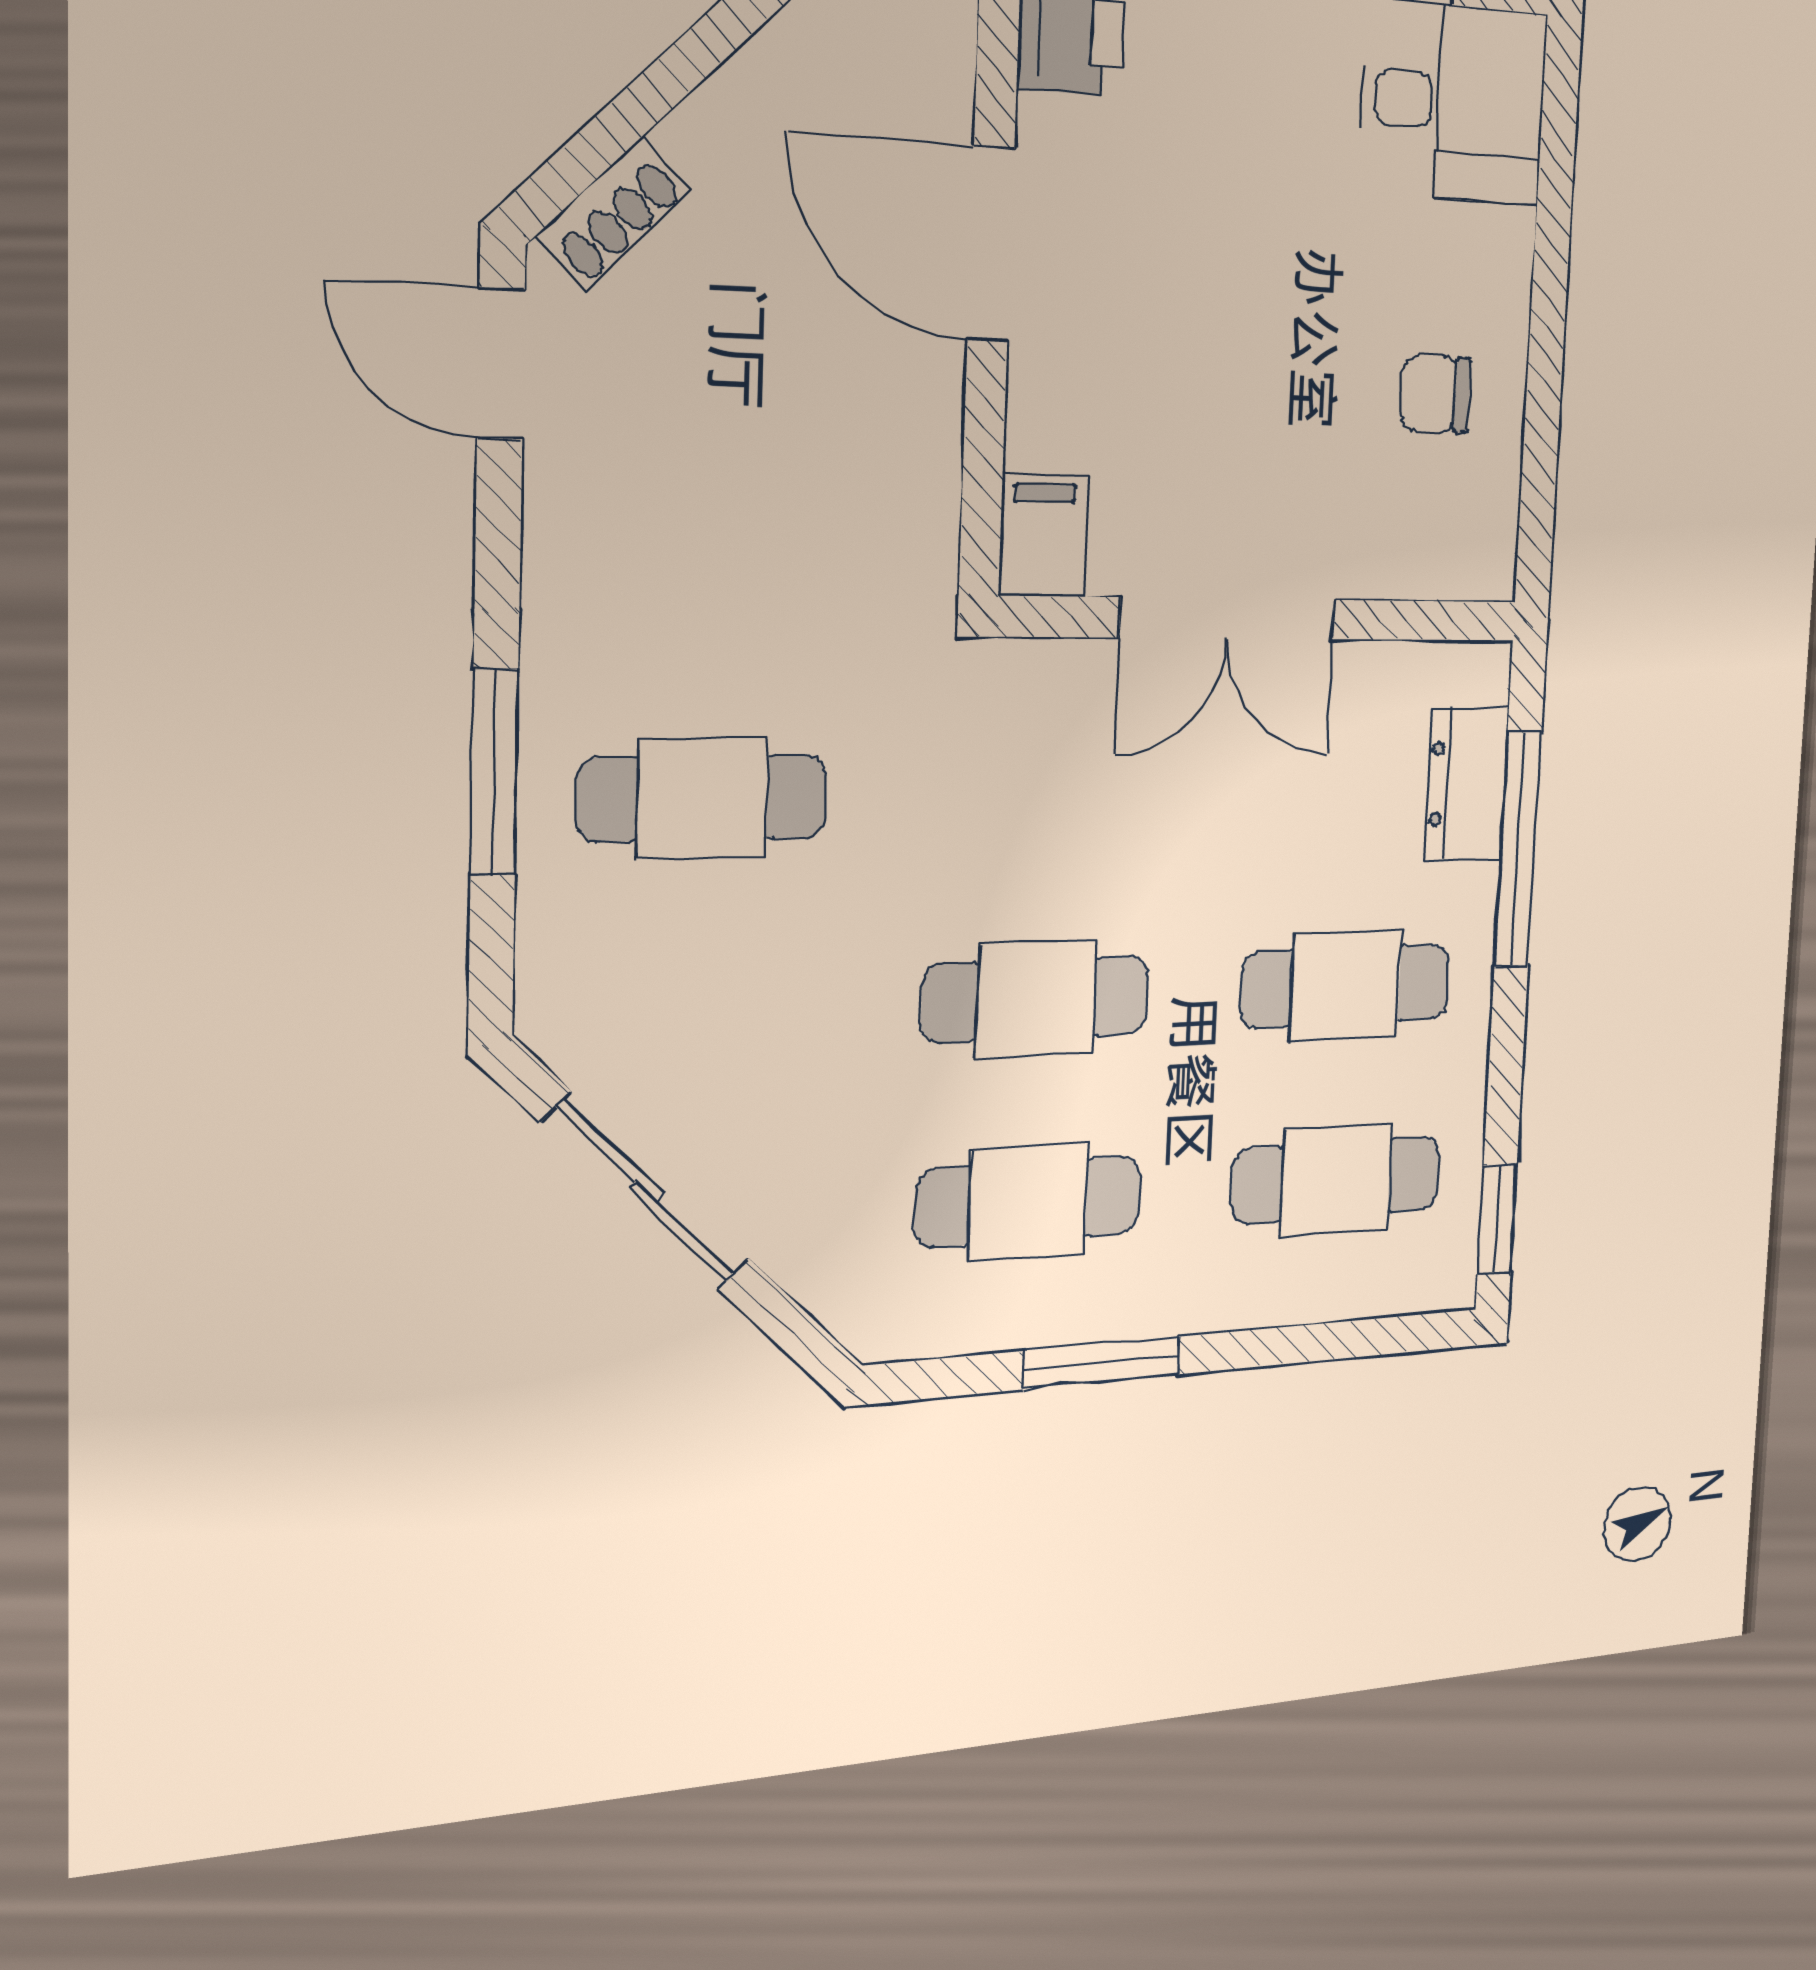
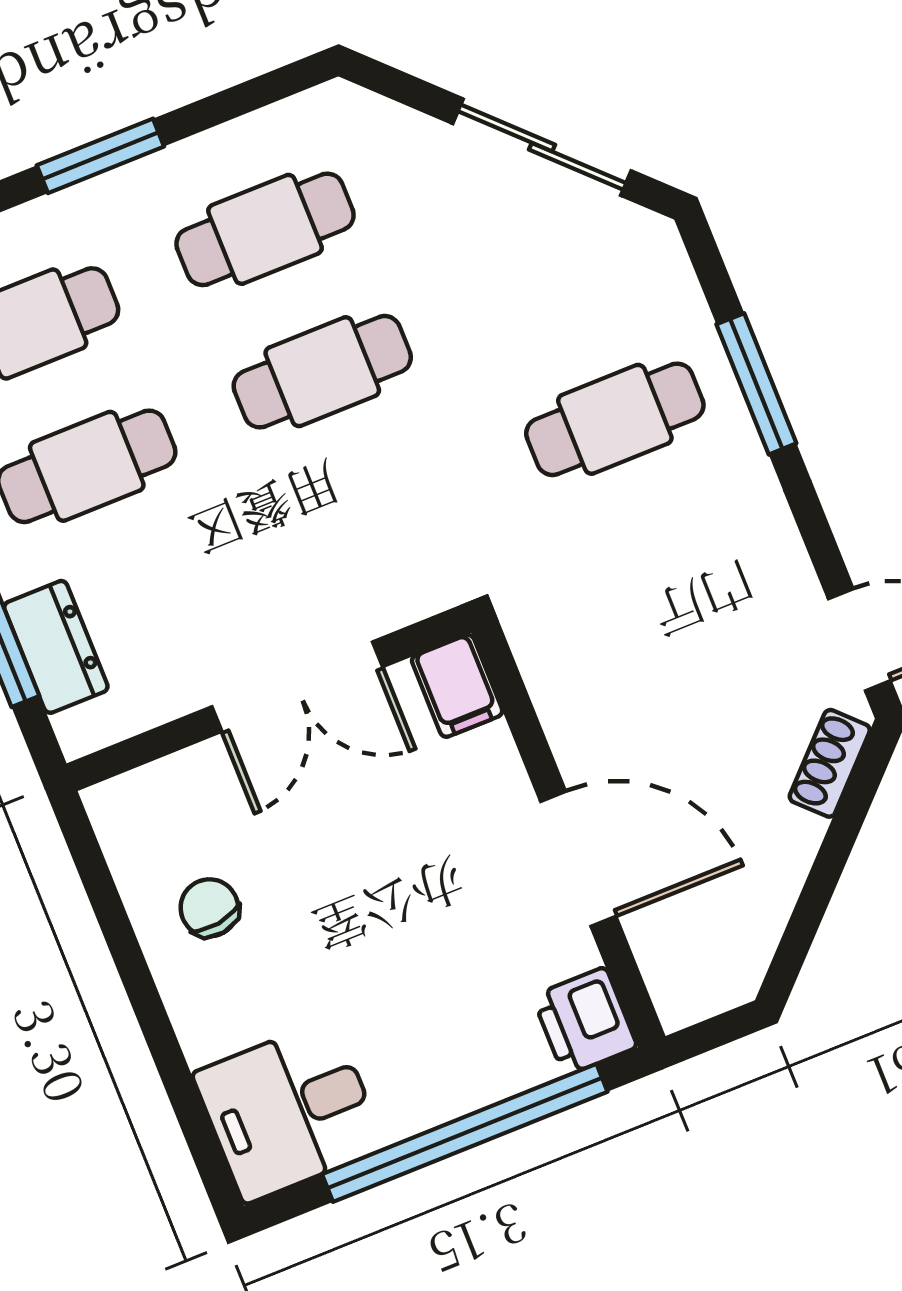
chair: (1435, 394) -> (209, 908), turned -98
double door: (1228, 618) -> (297, 687), swing flipped
window: (1102, 1363) -> (100, 156), moved

